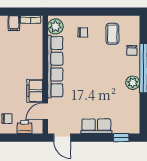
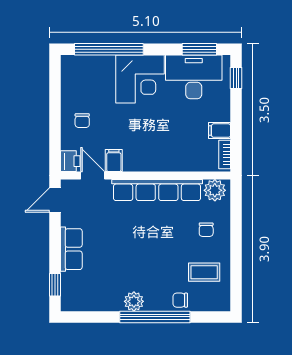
filing cabinet: (35, 91) -> (114, 161), width x0.50
printer: (24, 127) -> (70, 161), moved

